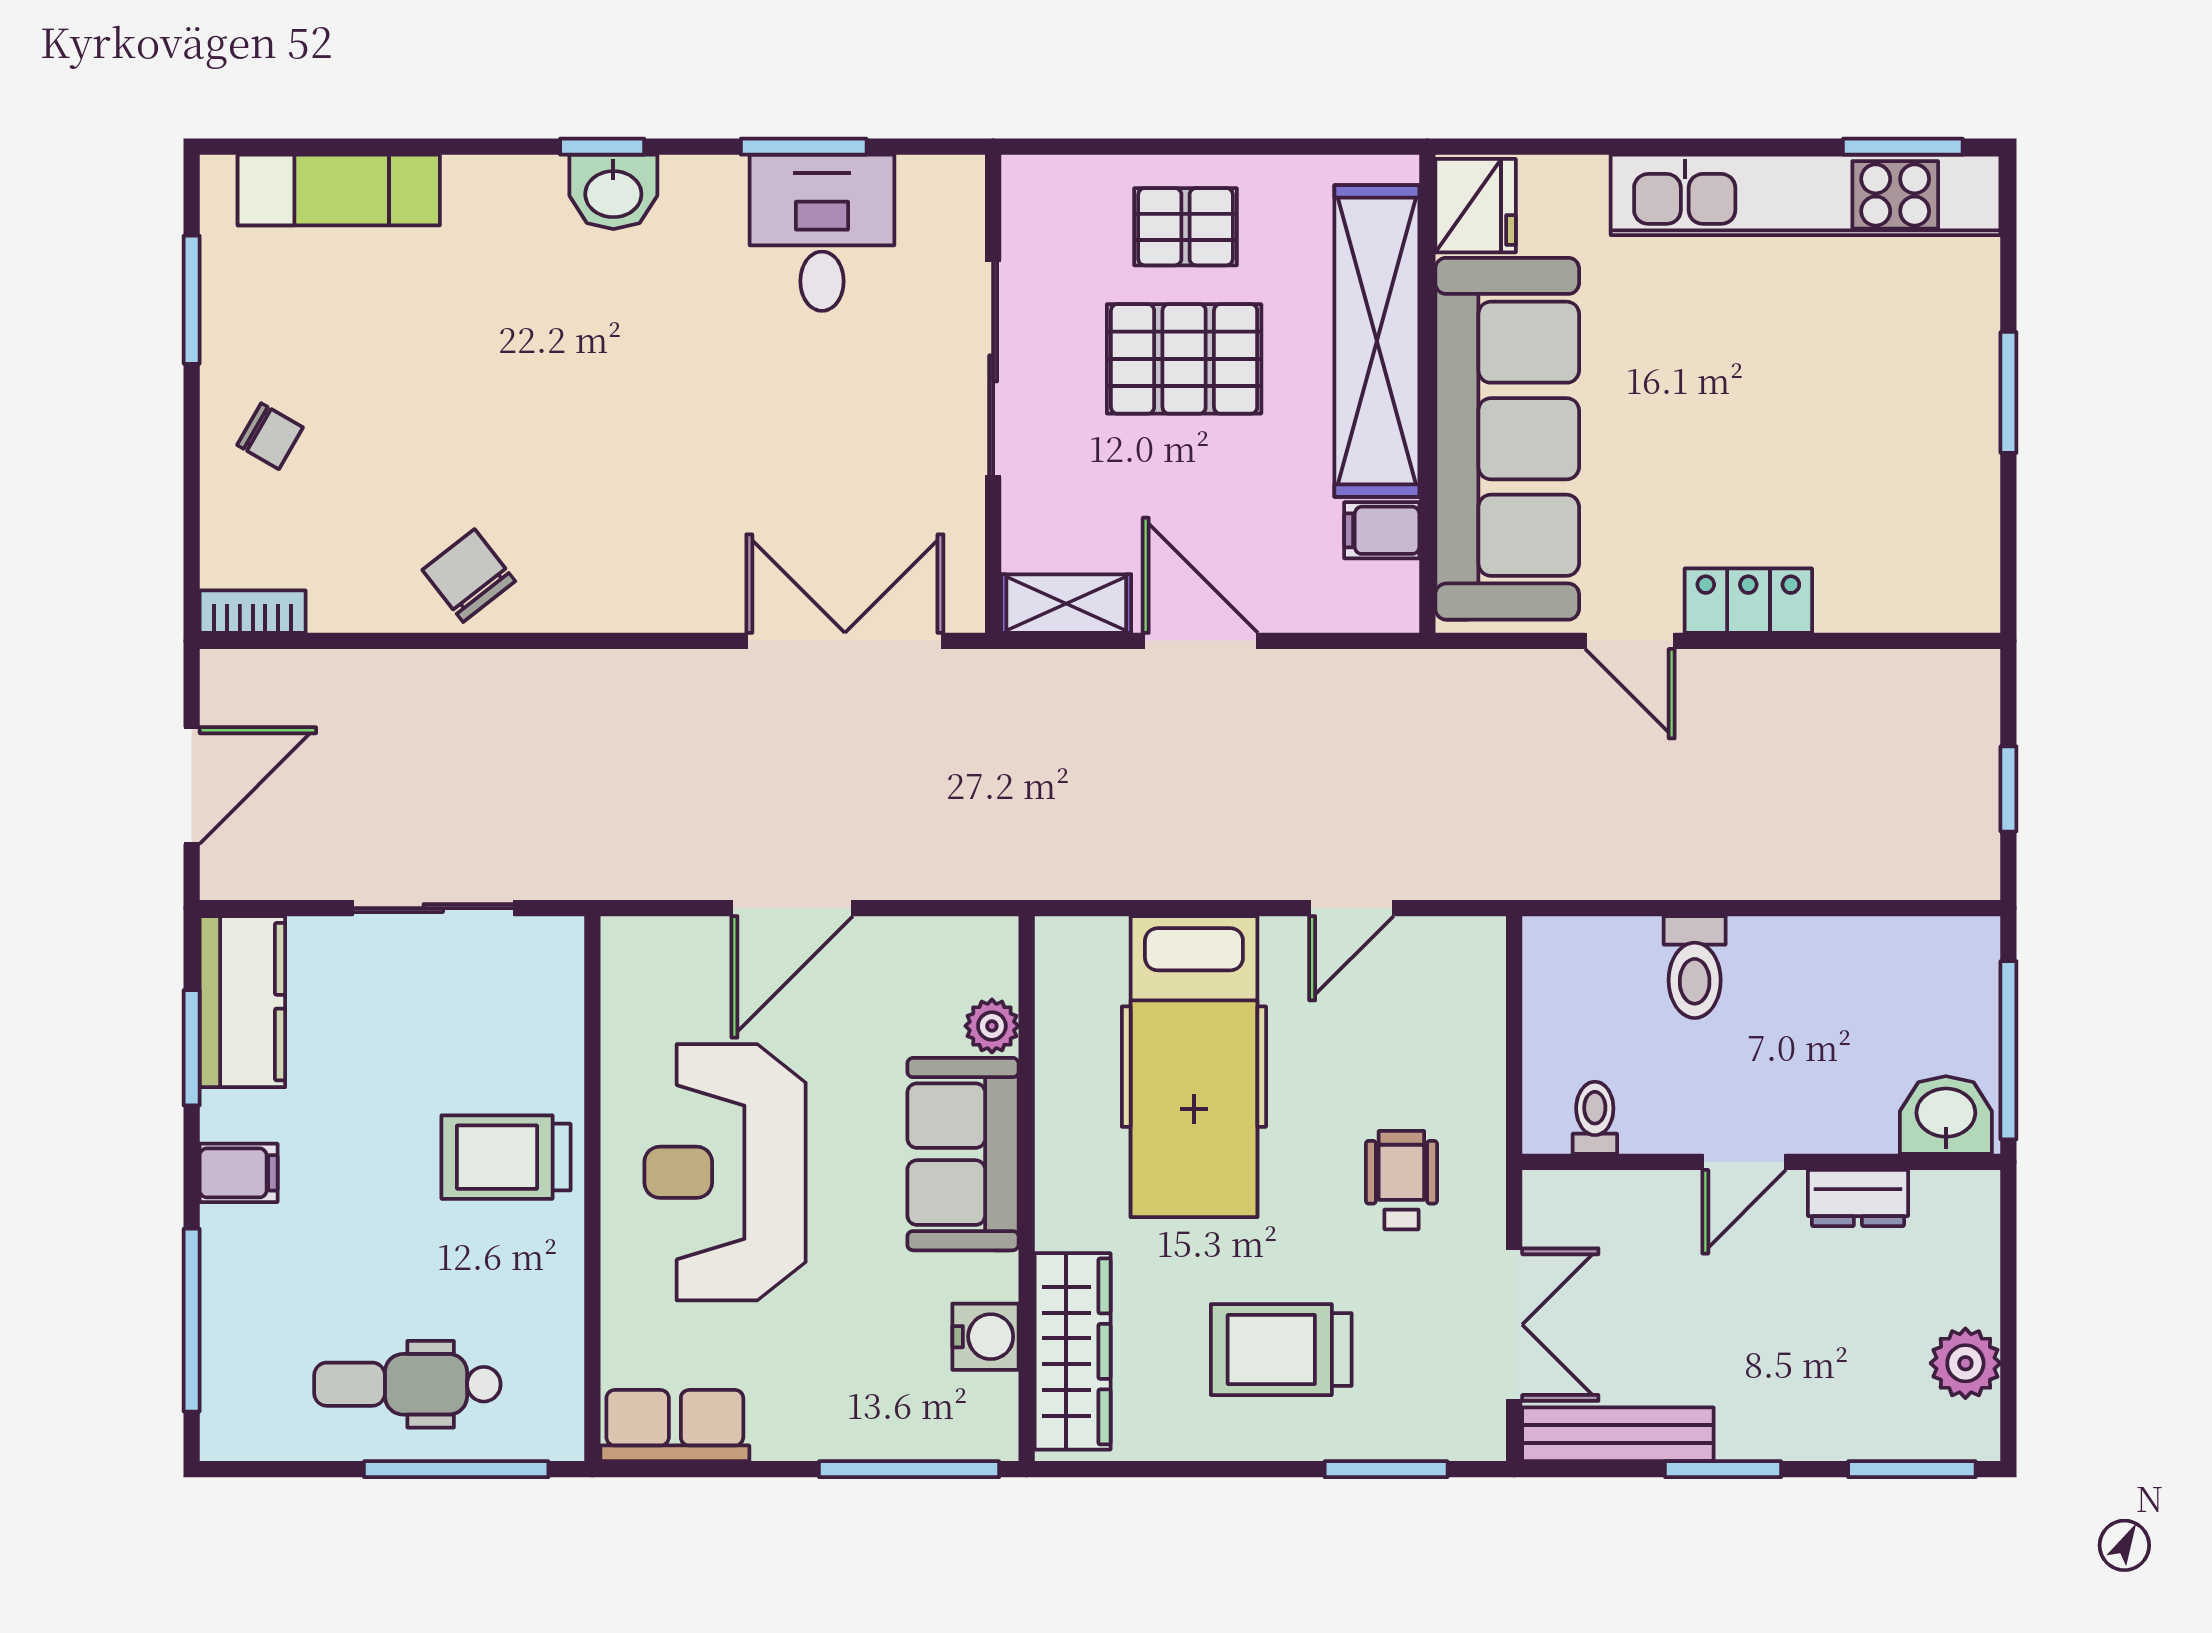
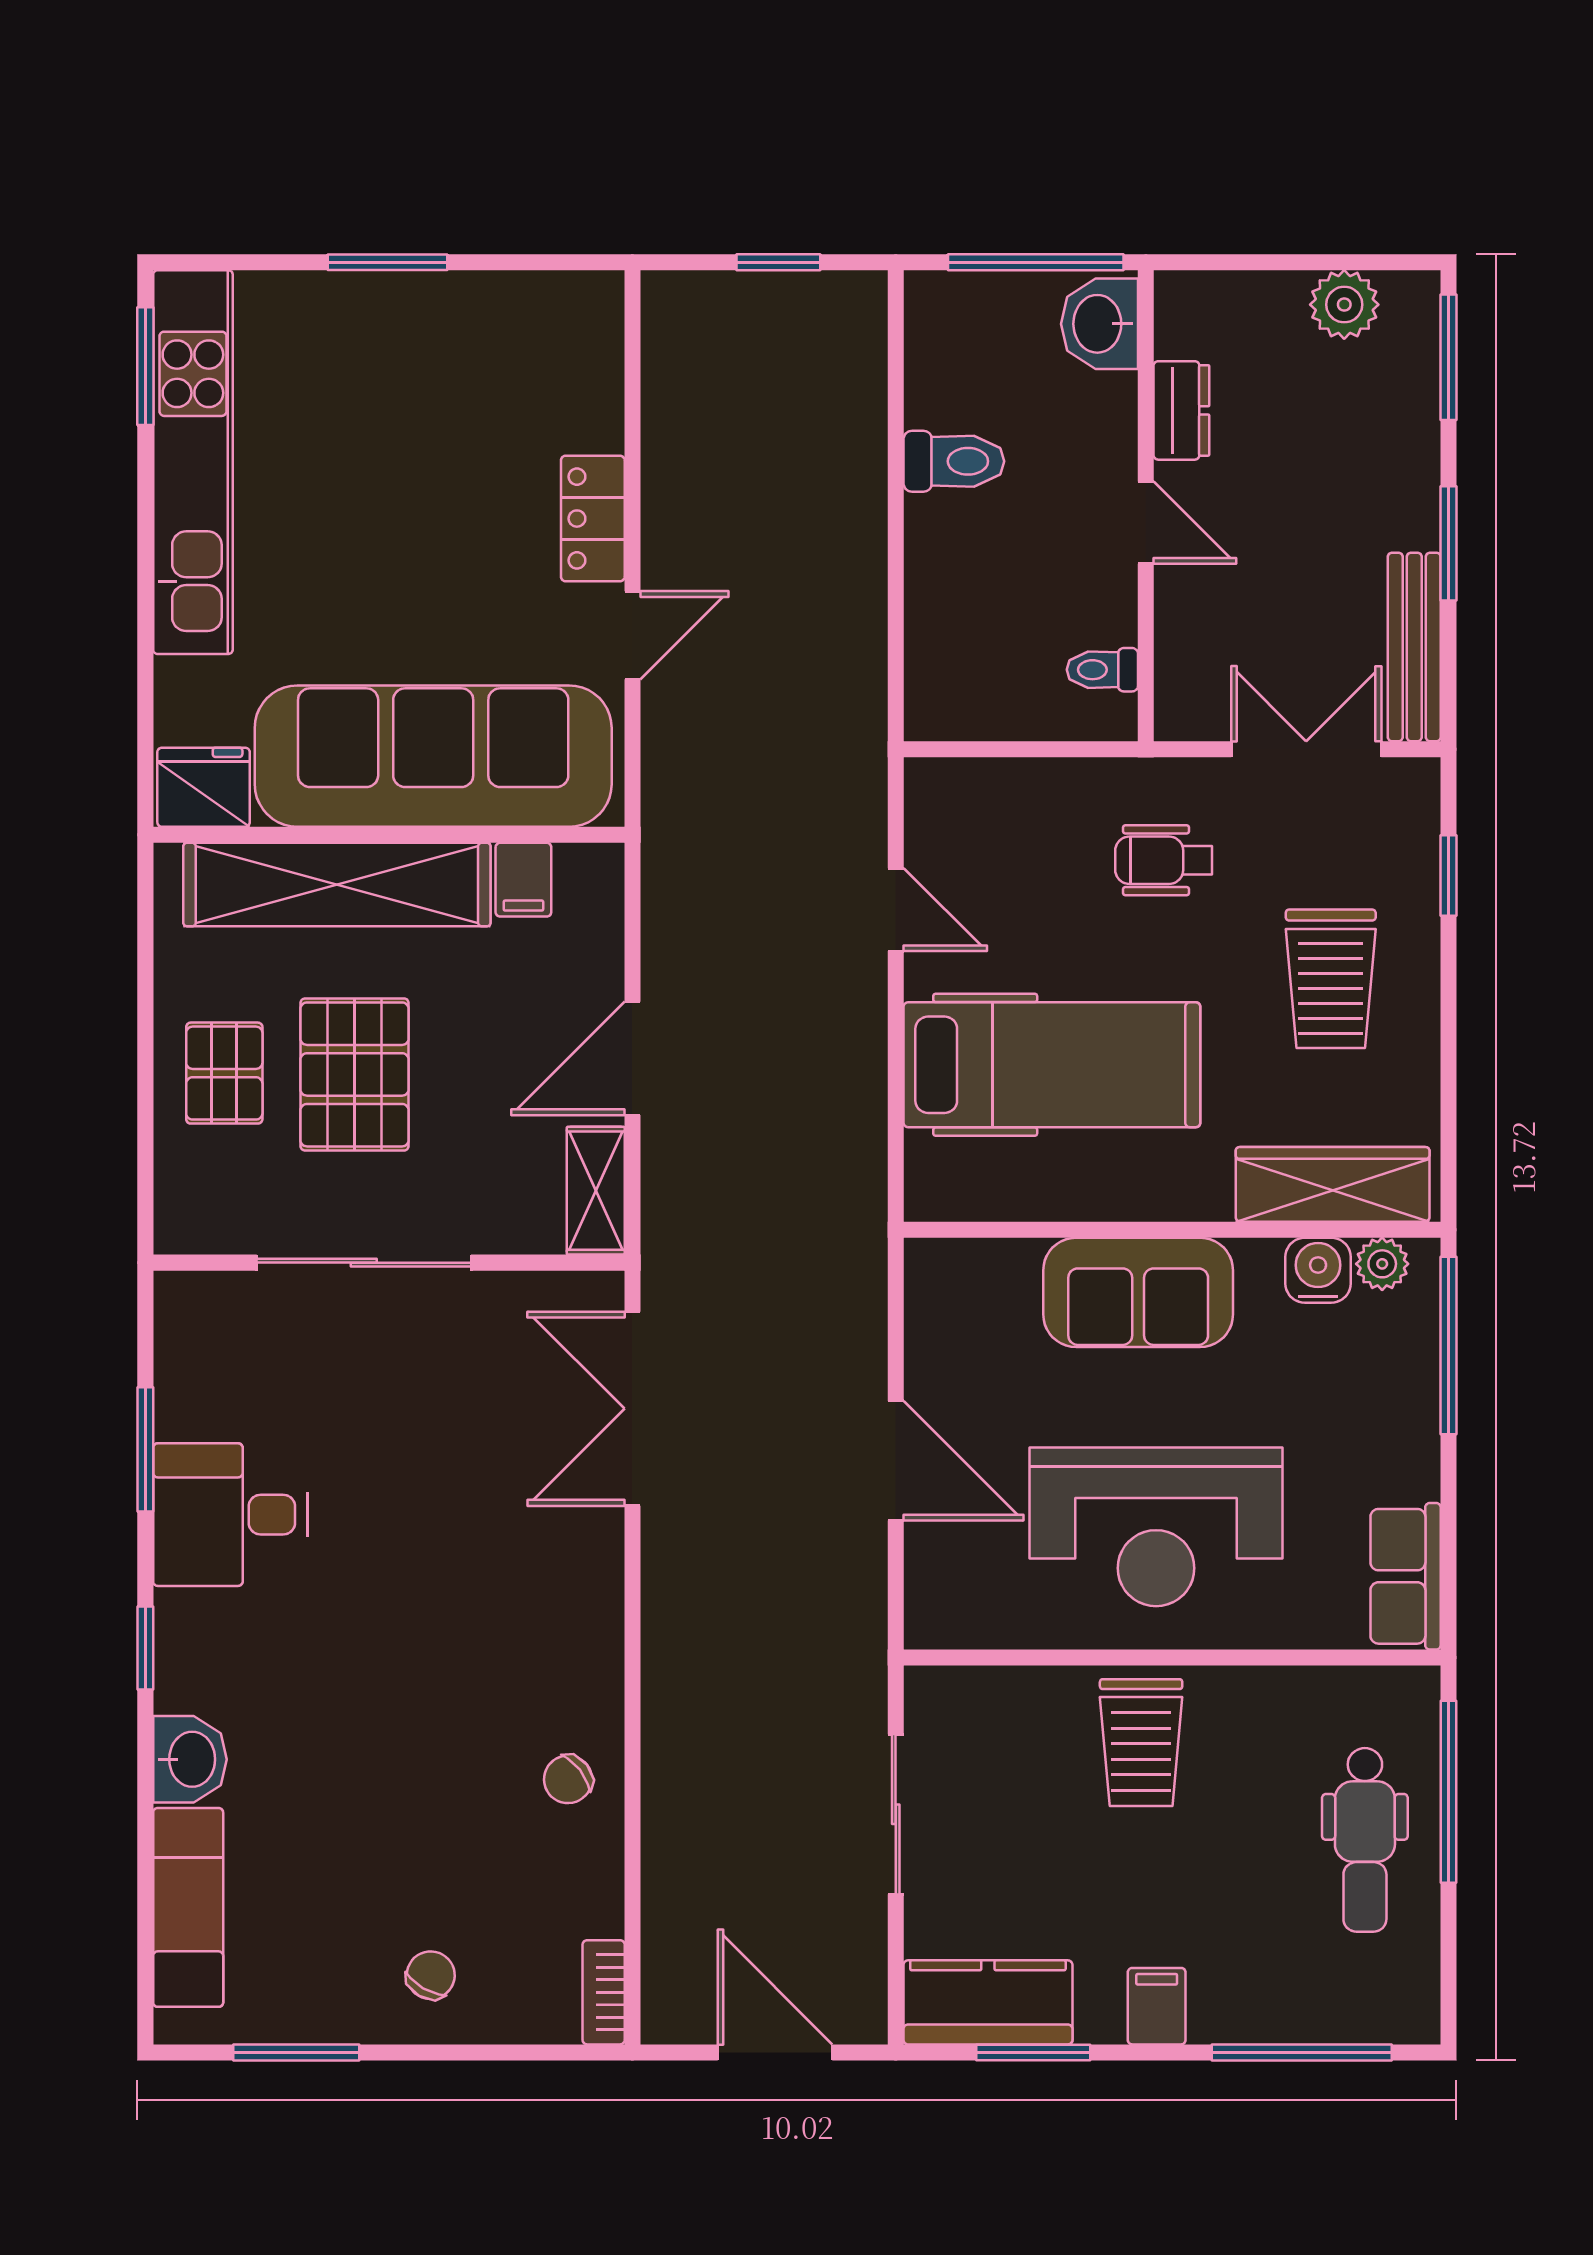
washbasin: (613, 192) -> (190, 1759), moved
desk: (822, 233) -> (230, 1515), moved
chair: (469, 576) -> (568, 1779), width x0.73, depth x0.73
toilet: (1695, 967) -> (954, 461), moved
plant: (992, 1026) -> (1382, 1264), moved
window: (1386, 1469) -> (1449, 875), width x0.67

